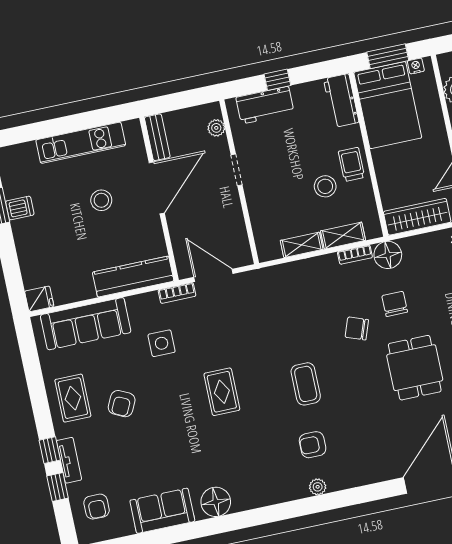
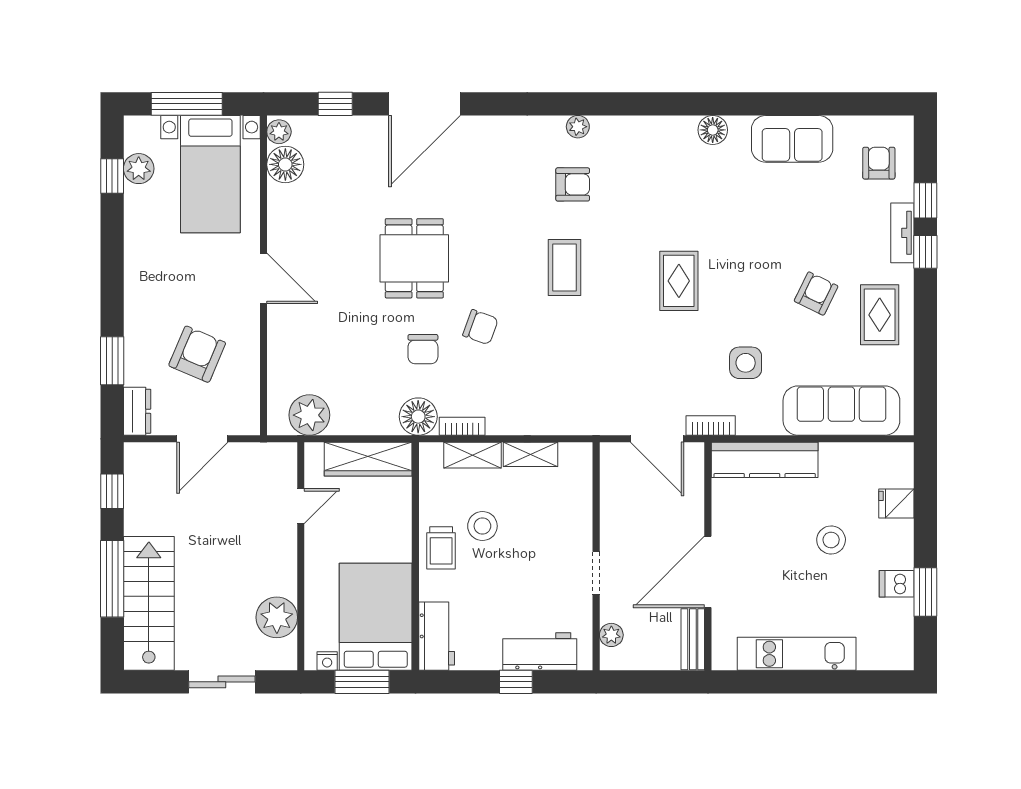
stool: (101, 200) -> (831, 540), moved
fridge: (39, 299) -> (896, 503), moved
floor lamp: (216, 502) -> (713, 130), width x0.73, depth x0.73

